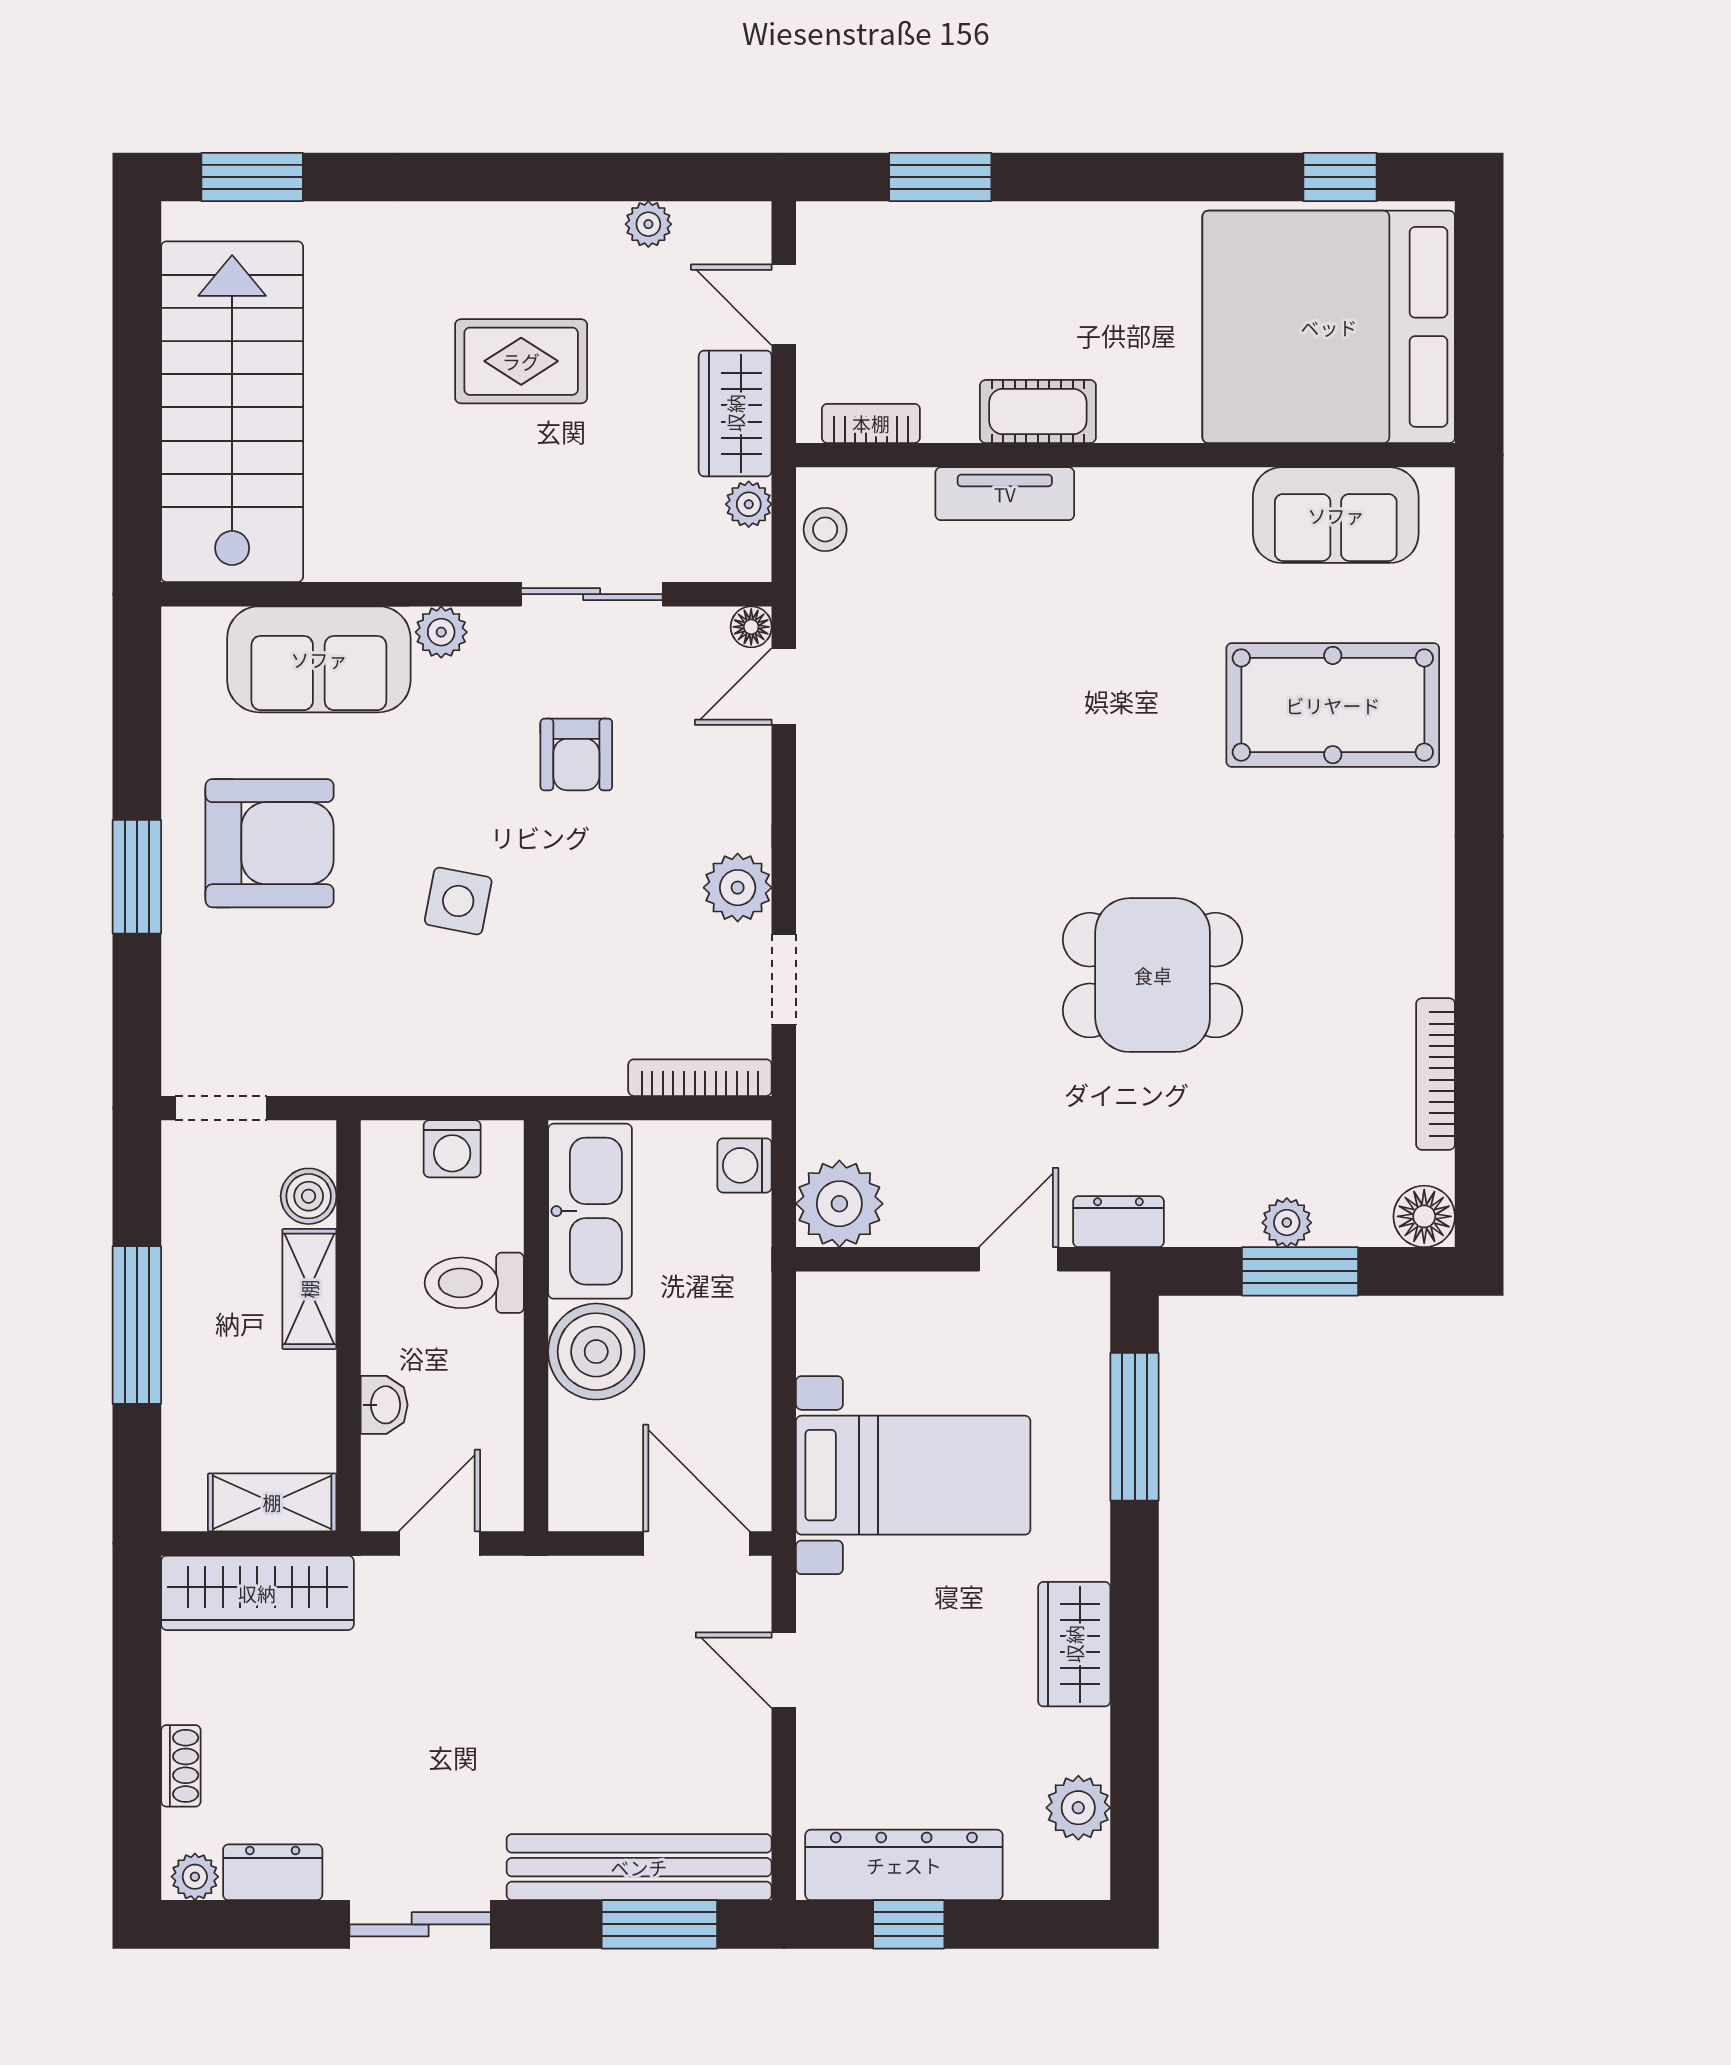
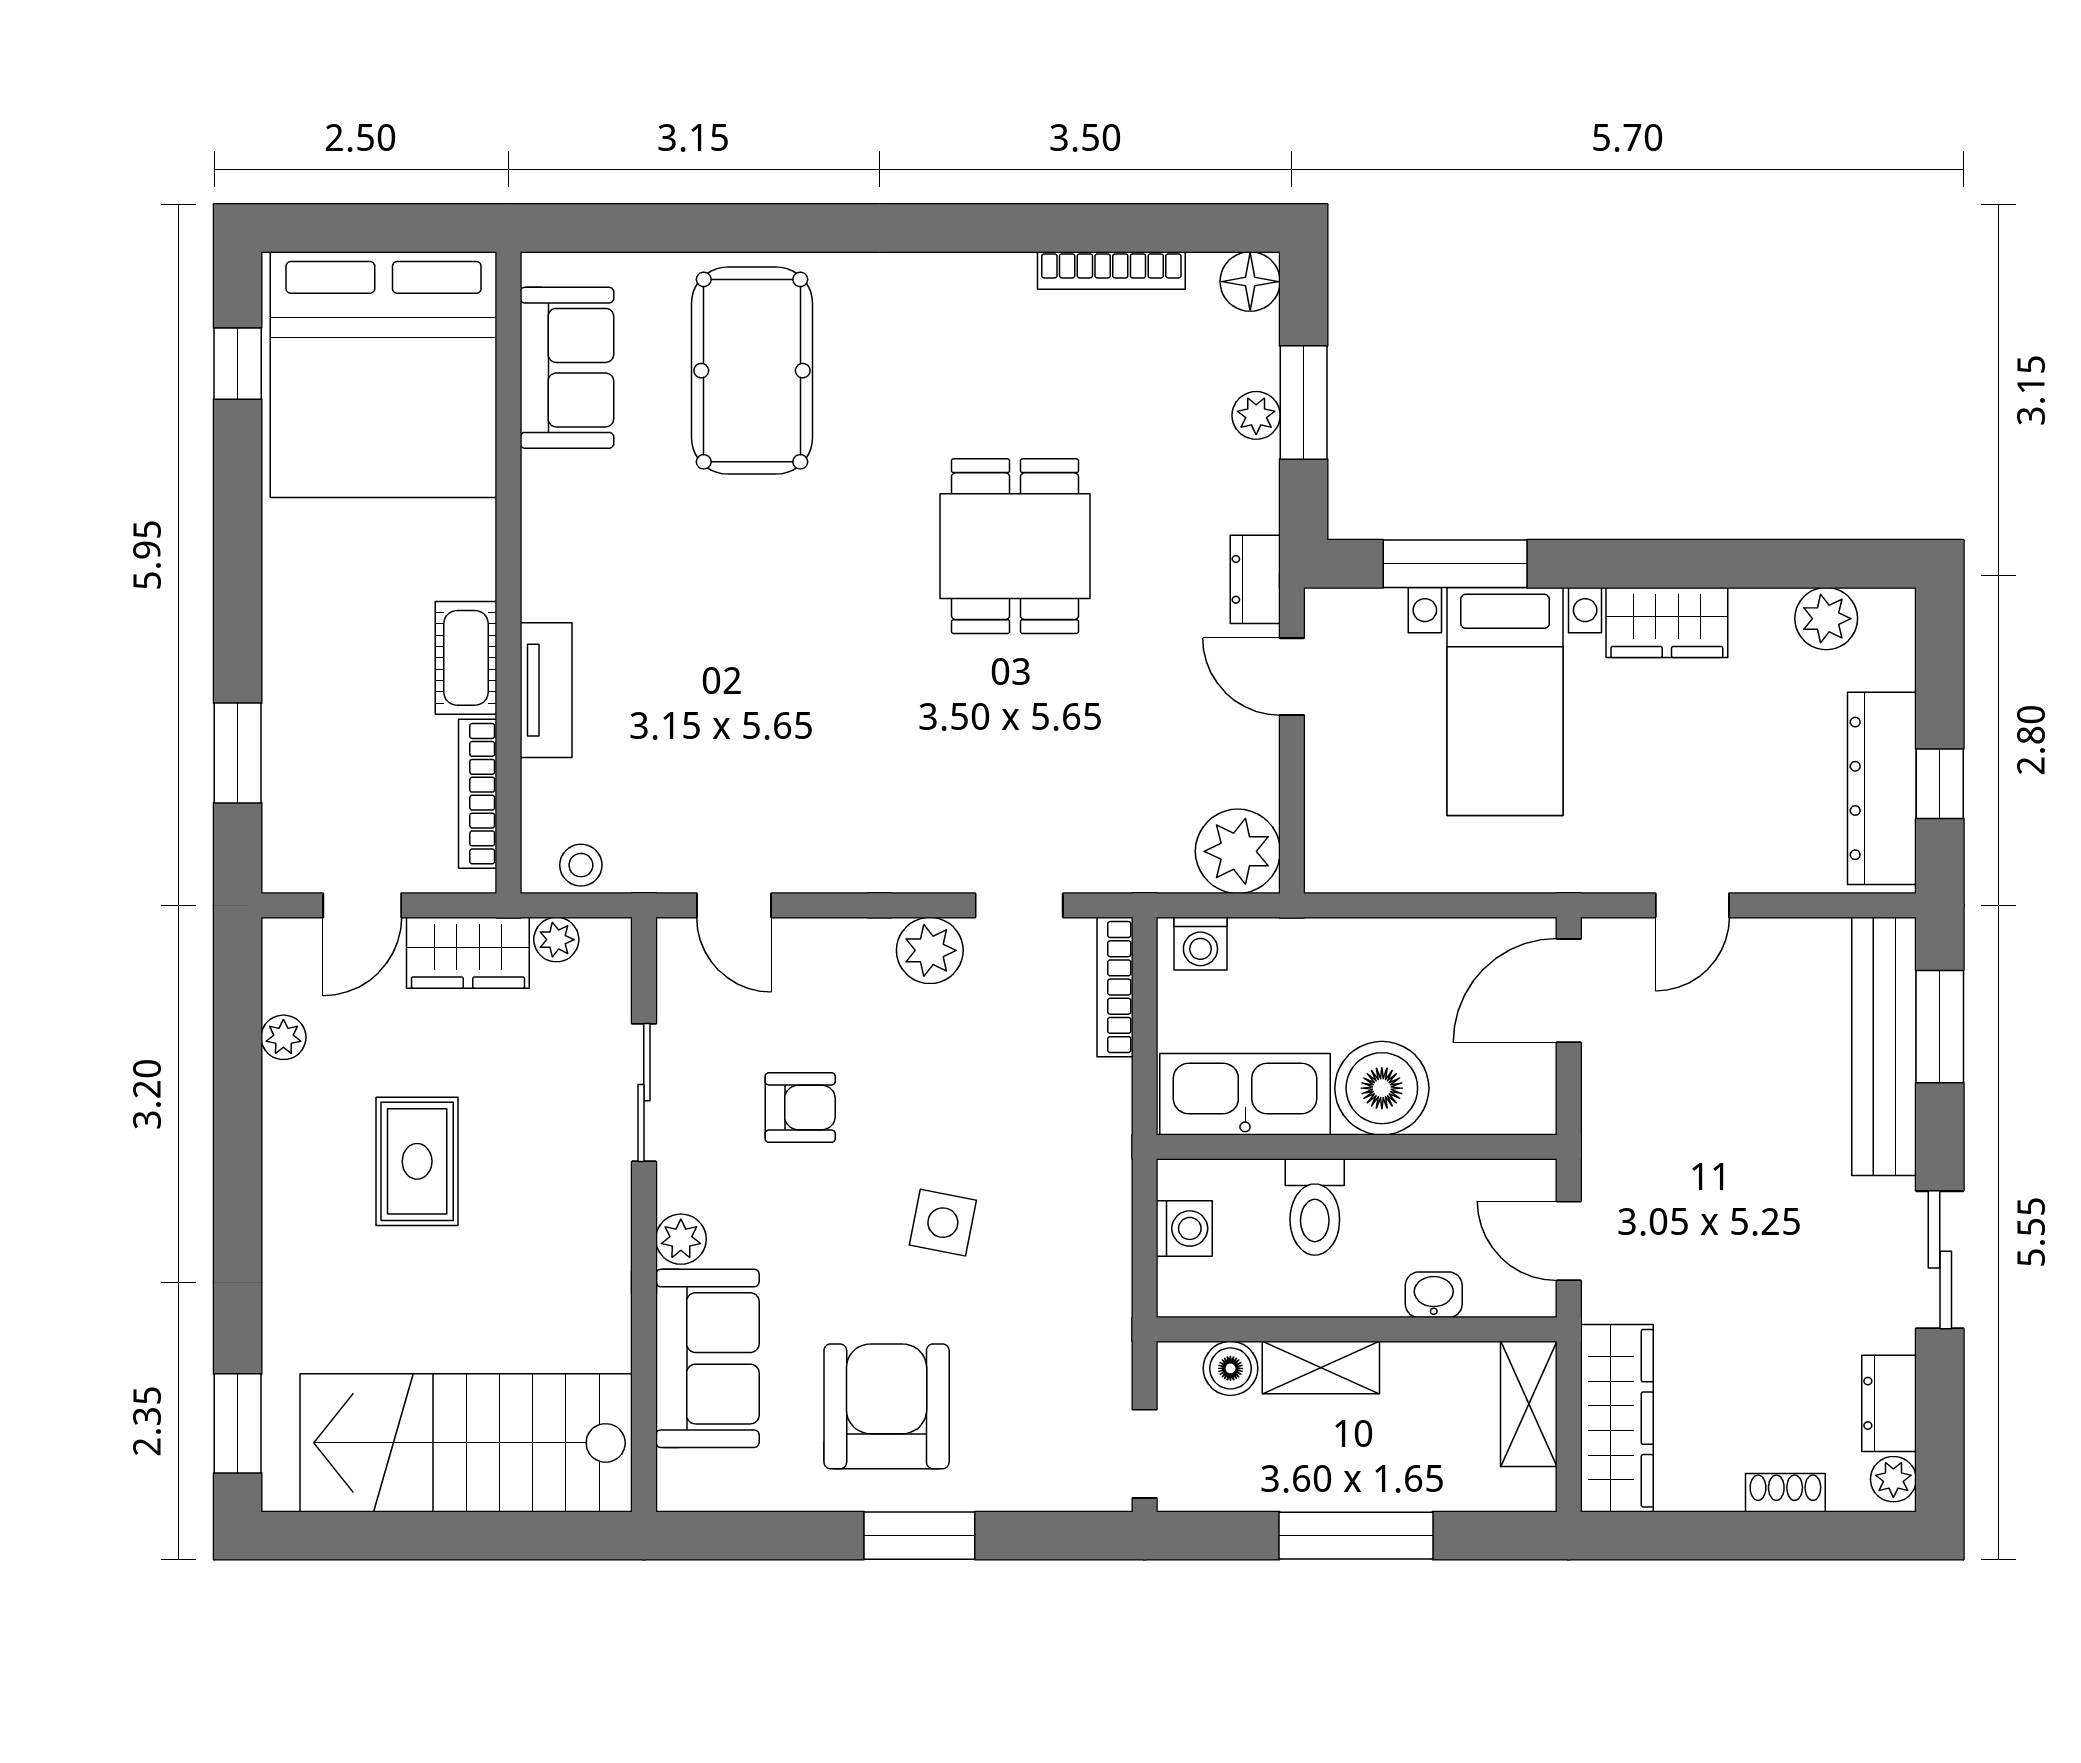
bookcase: (871, 423) -> (478, 794), width x1.56
floor lamp: (751, 627) -> (676, 937), removed
bed with nightstands: (913, 1475) -> (1505, 702), moved, turned 180

